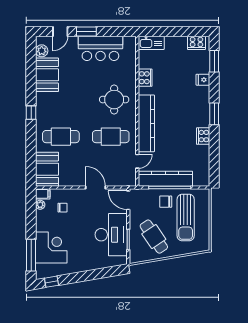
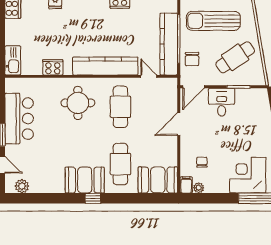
booth: (47, 75) -> (85, 180), moved
chair: (166, 202) -> (192, 59), moved
sun lounger: (186, 217) -> (213, 21), turned 180
desk: (111, 235) -> (222, 102), width x0.53, depth x0.77

